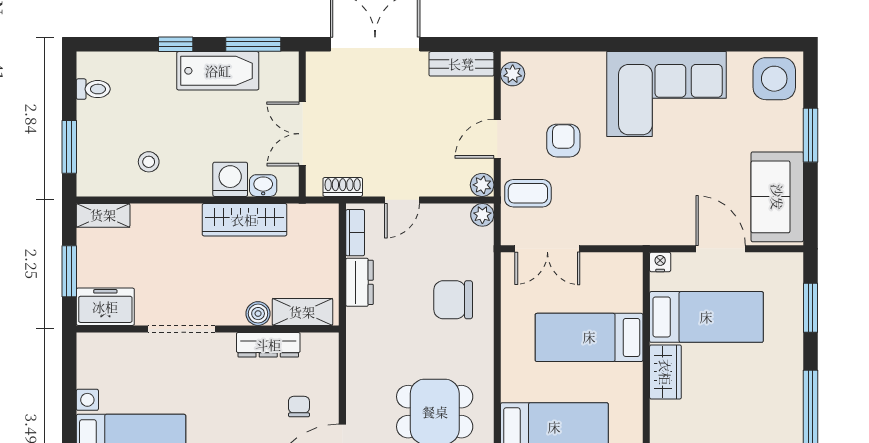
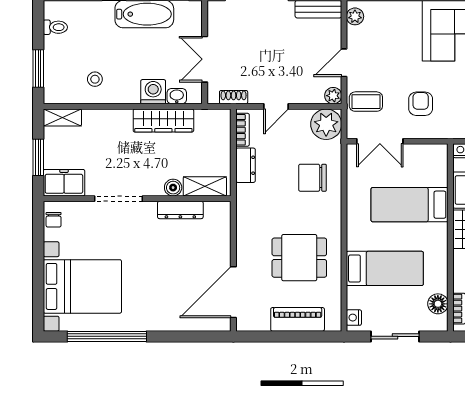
armchair: (563, 141) -> (421, 104), moved
plant: (482, 215) -> (326, 124), width x1.88, depth x1.88
chair: (299, 407) -> (54, 220), moved, turned 180

